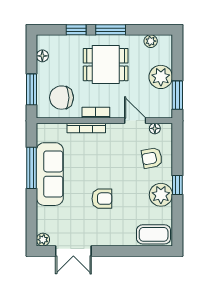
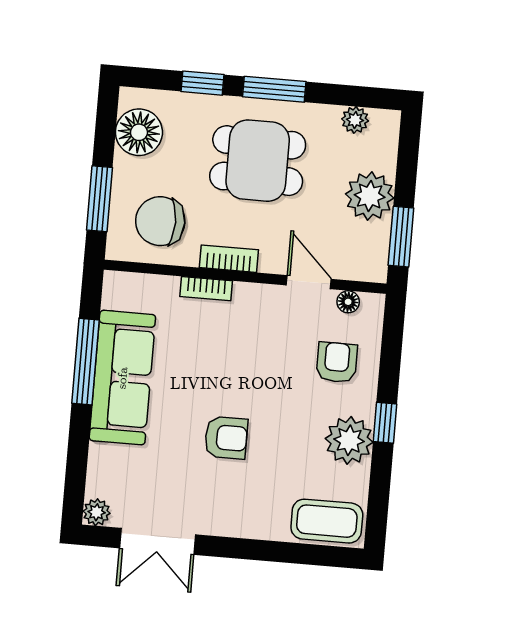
floor lamp: (42, 56) -> (139, 132), width x1.89, depth x1.89
bookcase: (86, 128) -> (206, 289), width x0.64
armchair: (152, 158) -> (337, 362), turned 100

